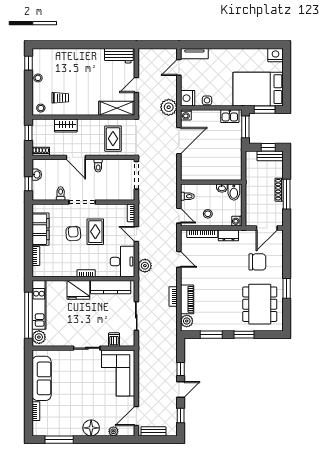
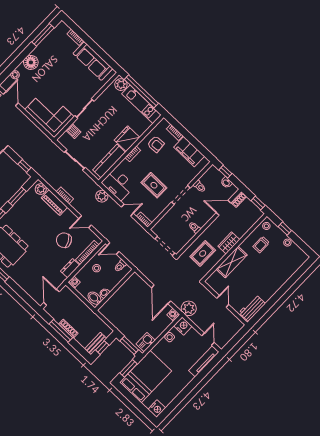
tv unit: (194, 54) -> (204, 361), width x1.41
window: (29, 63) -> (285, 229), moved
shelving: (117, 108) -> (232, 262), moved
wardrobe: (66, 126) -> (229, 243), moved
rug: (113, 139) -> (203, 253), turned 90
door: (76, 157) -> (223, 208), moved
armchair: (73, 234) -> (156, 144), moved
chair: (257, 262) -> (64, 240), moved, turned 62
window: (181, 369) -> (24, 166), moved

